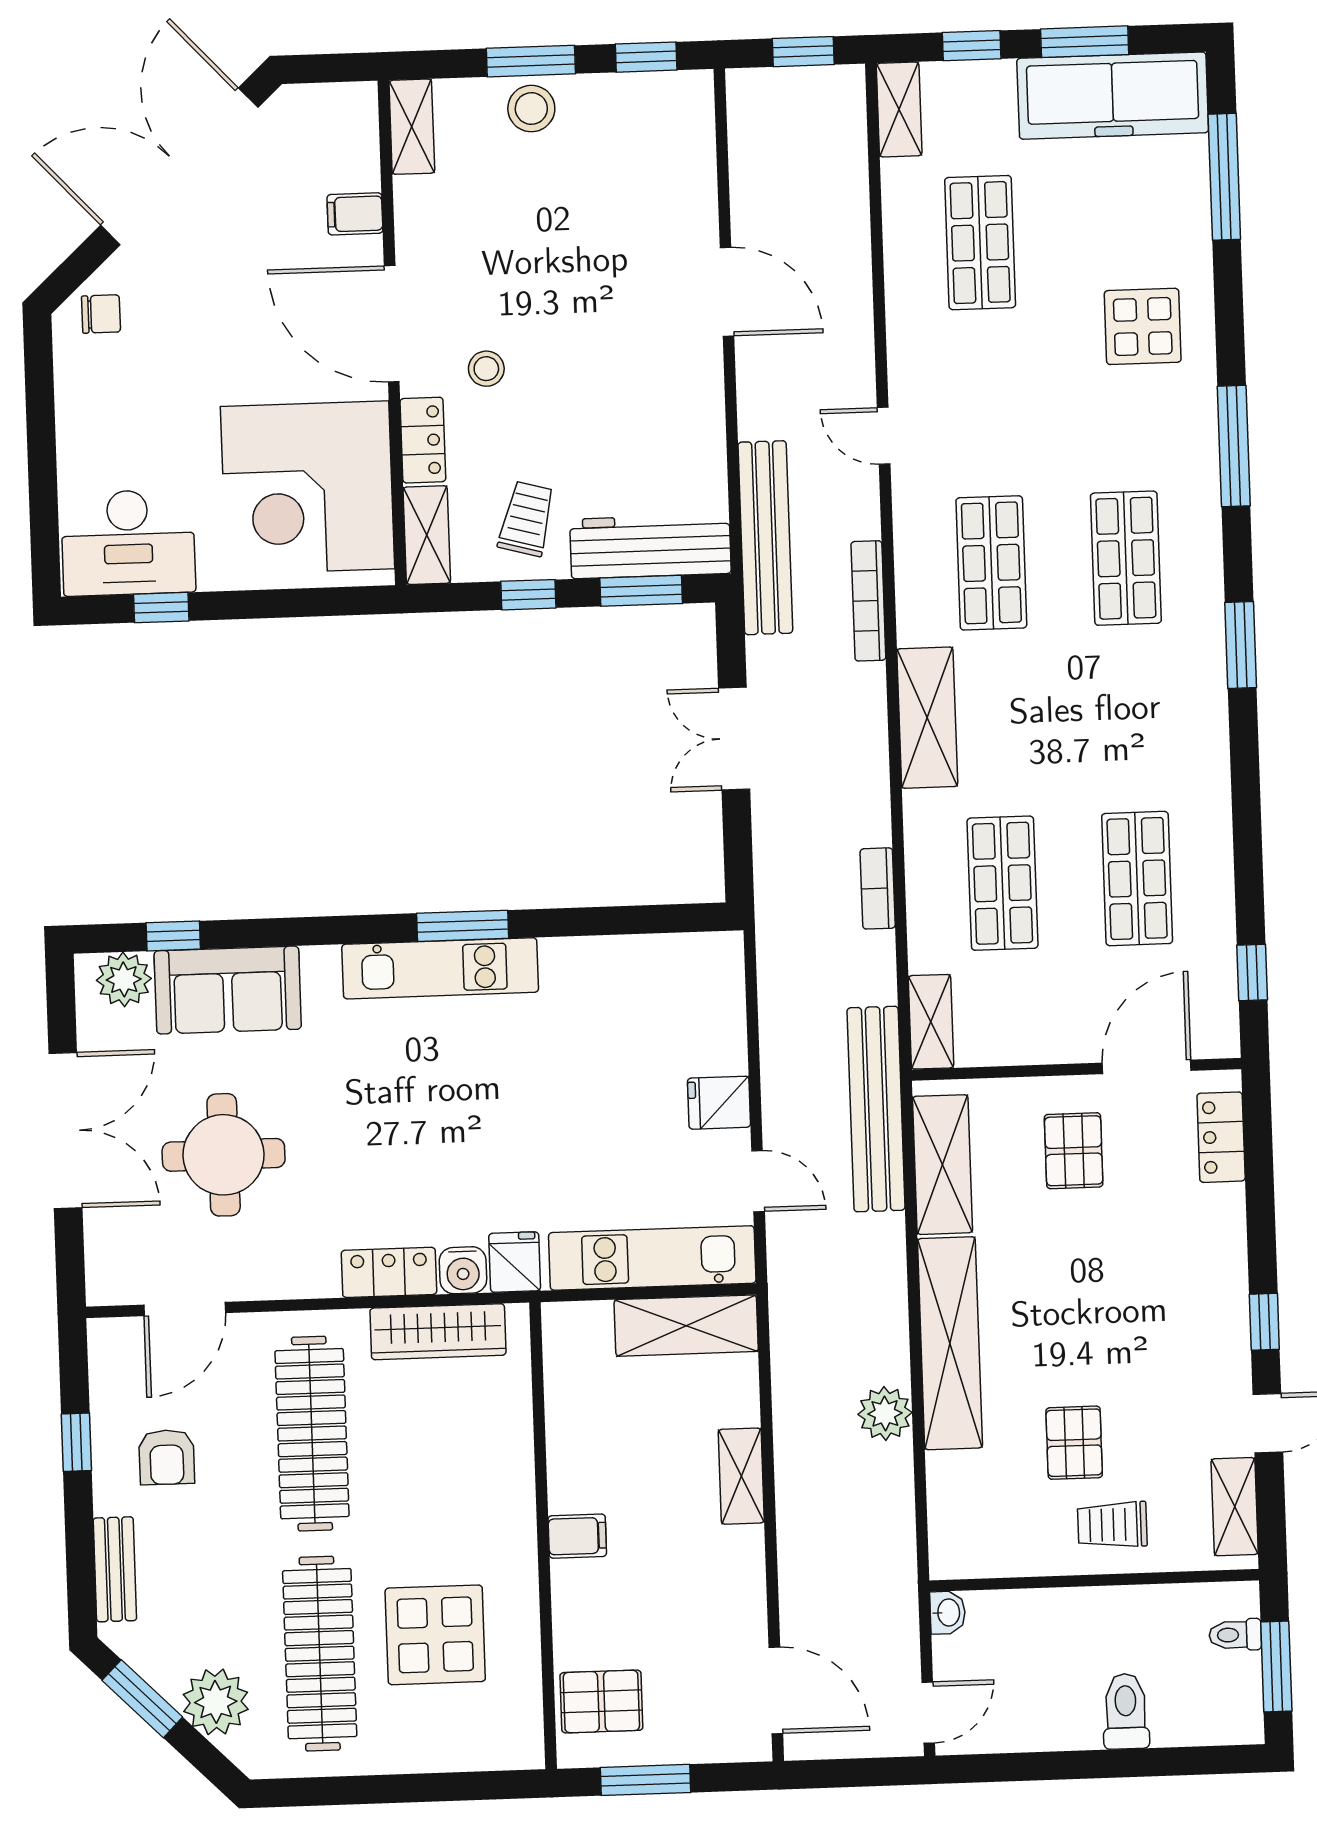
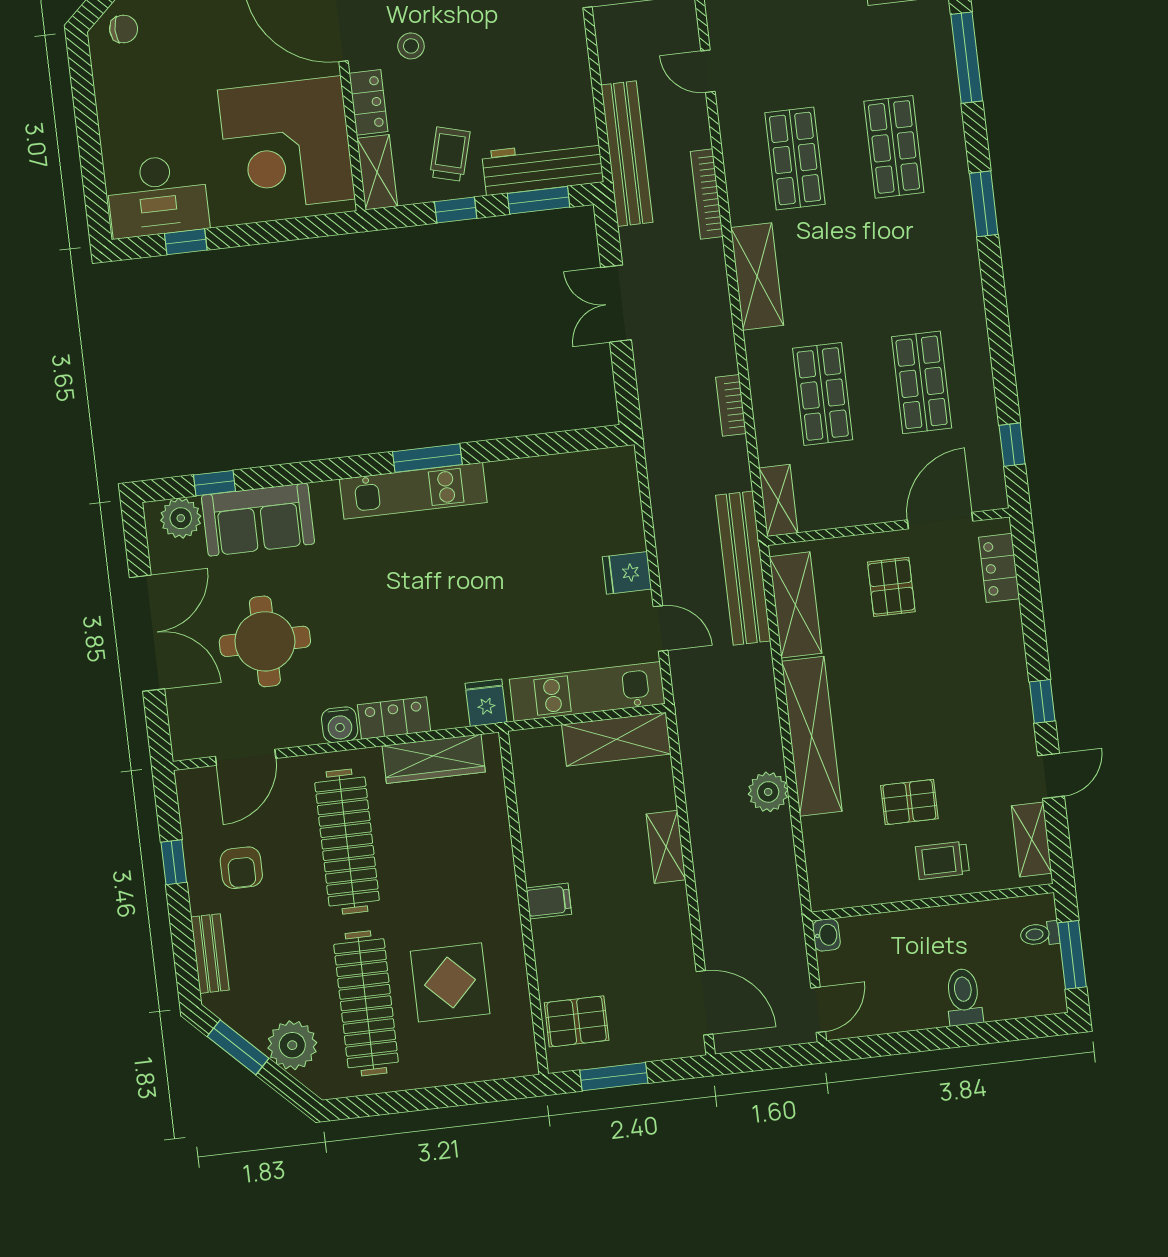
water cooler: (463, 1270) -> (340, 725), moved
pallet: (1074, 1443) -> (909, 802), turned 90

